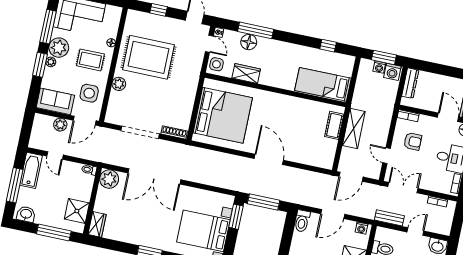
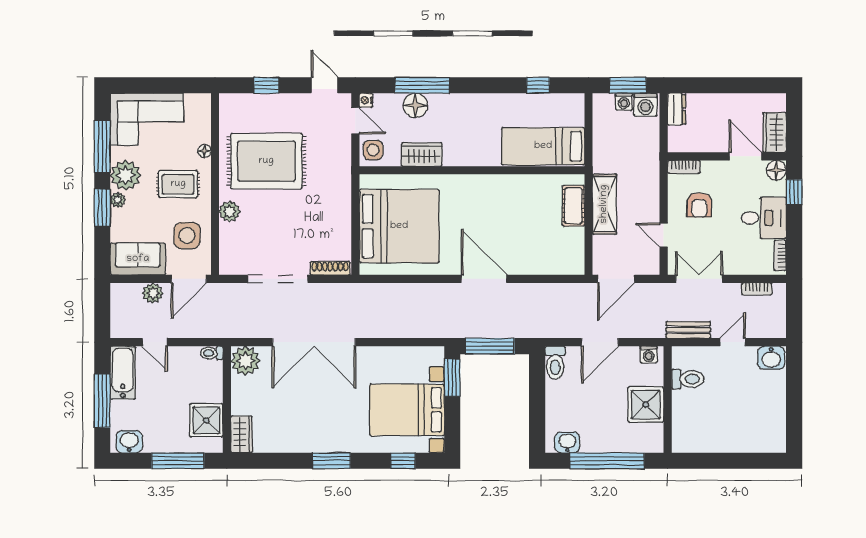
dresser: (410, 83) -> (677, 109), width x0.70
armchair: (413, 141) -> (699, 205), turned 90

